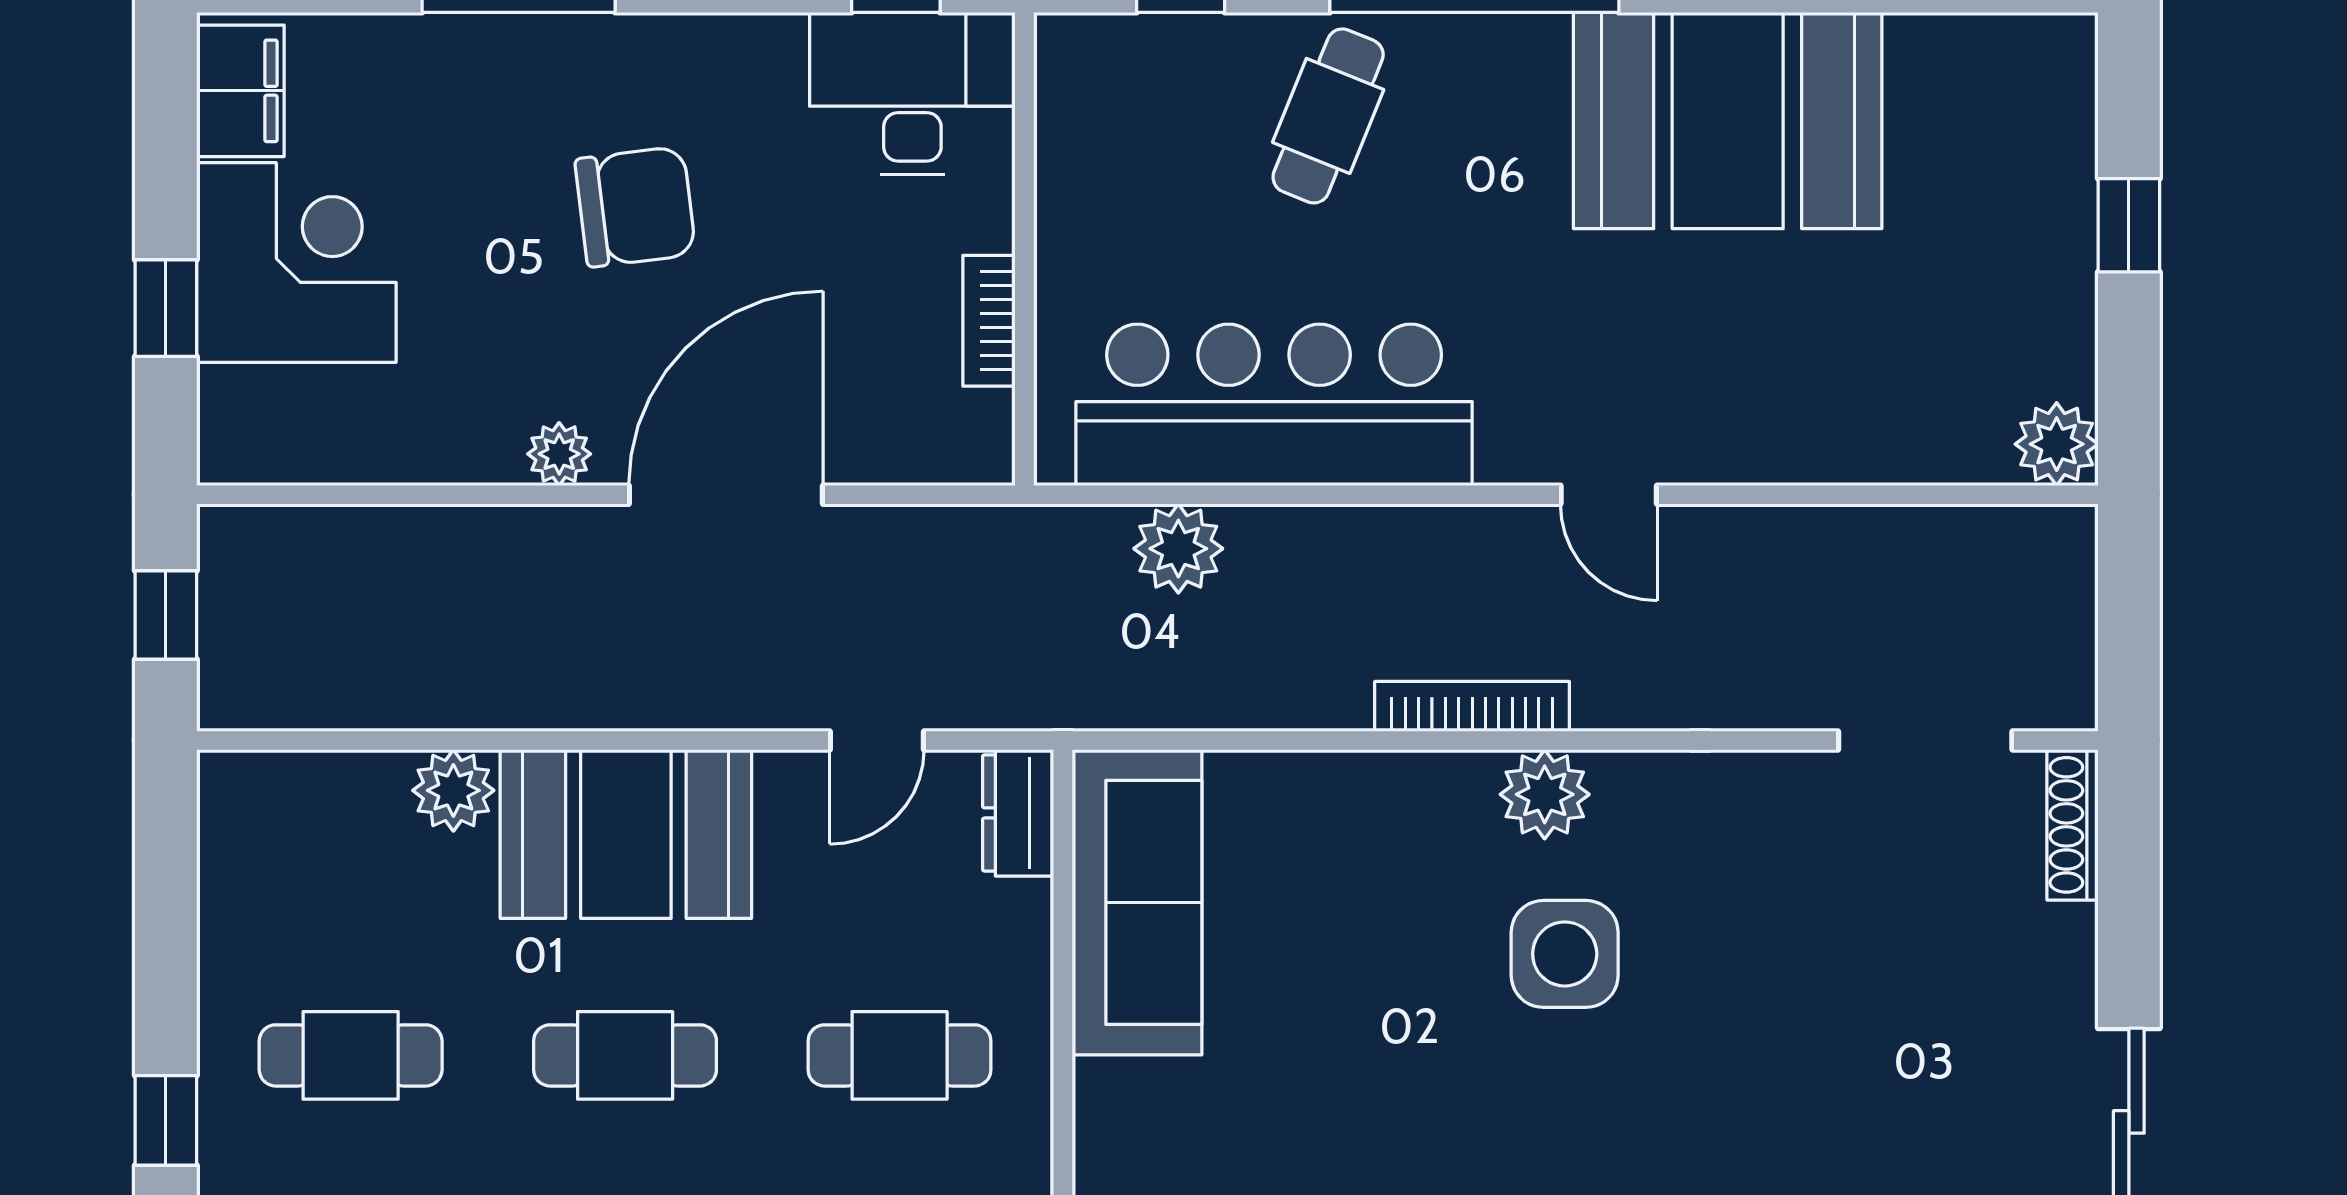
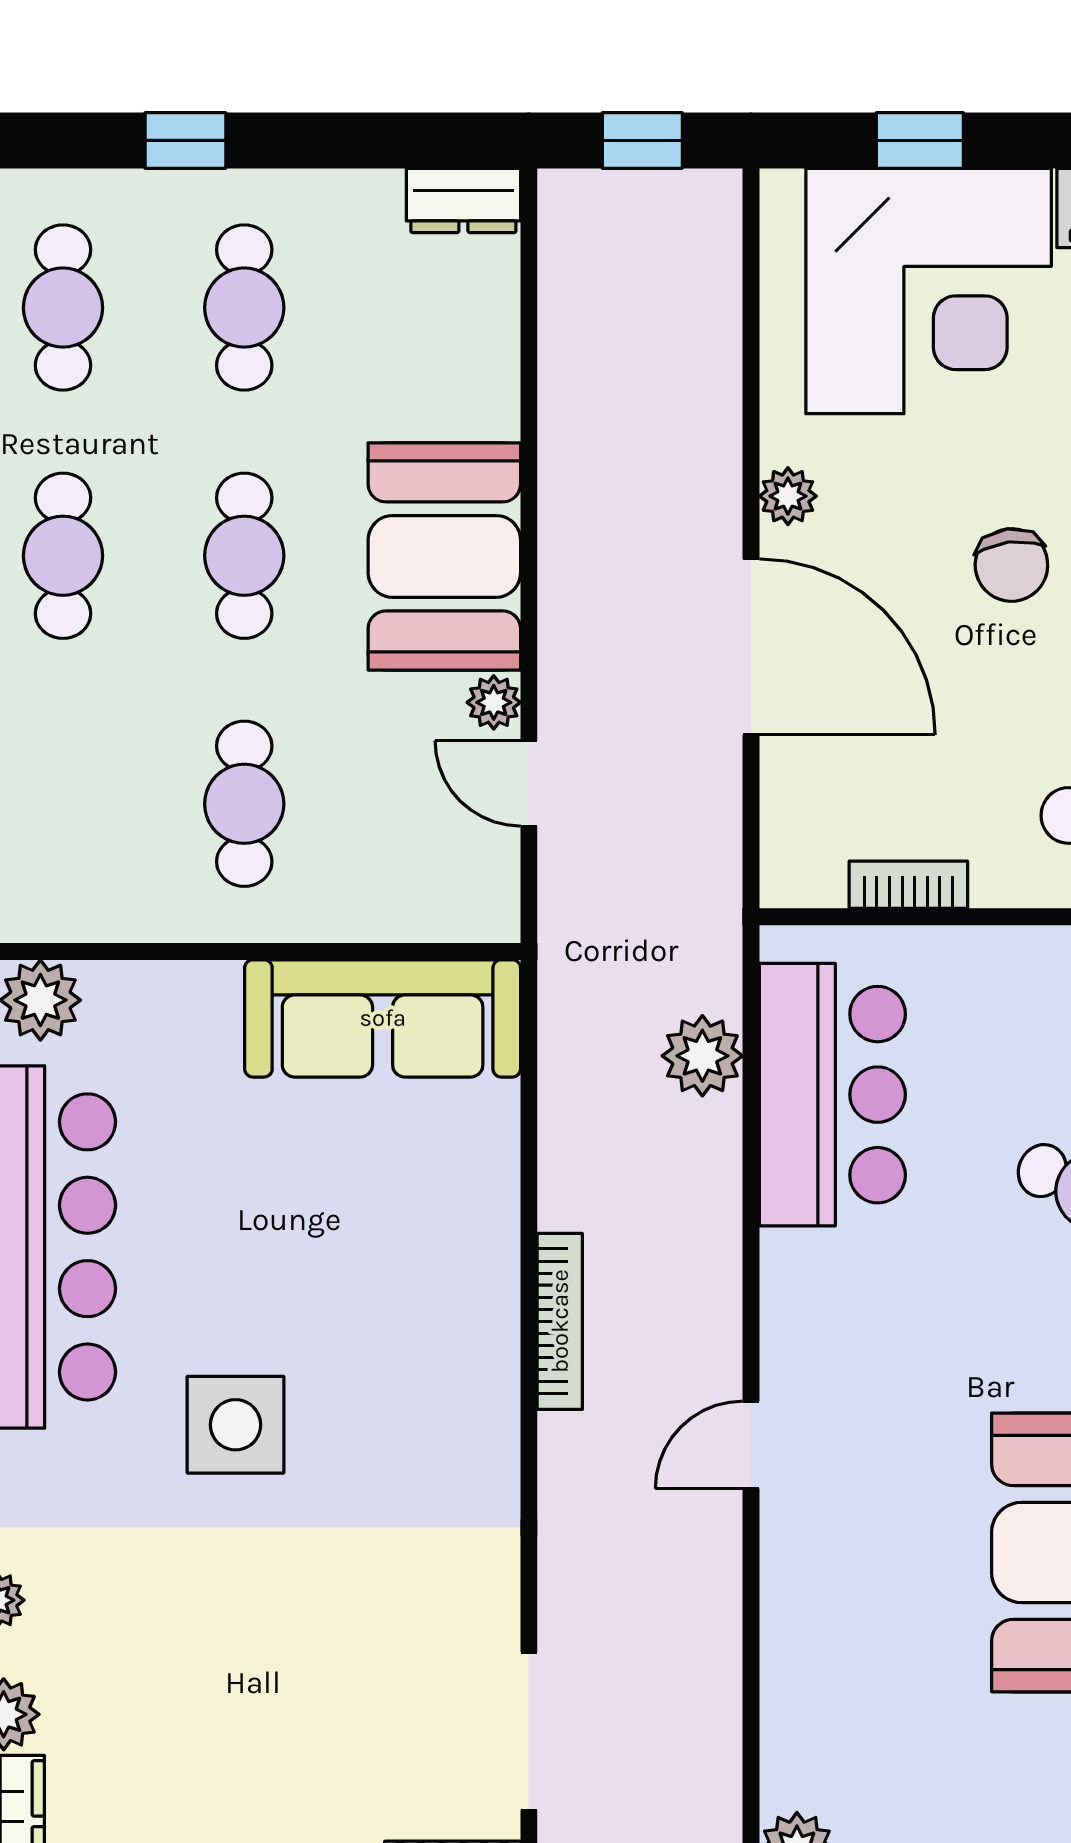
chair: (635, 207) -> (1011, 565), width x0.73, depth x0.73
corner desk: (296, 262) -> (929, 291), width x1.36, depth x1.36
bar counter: (1274, 405) -> (832, 1095), width x0.73
plant: (453, 790) -> (494, 702), moved, width x0.73, depth x0.73
plant: (1545, 794) -> (480, 1387), removed
dresser: (1018, 813) -> (463, 200), moved, turned 180
side table: (1565, 954) -> (236, 1425), moved

